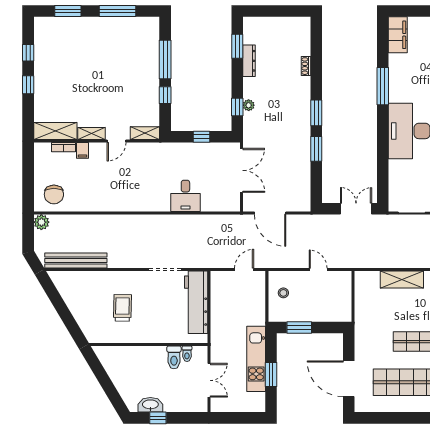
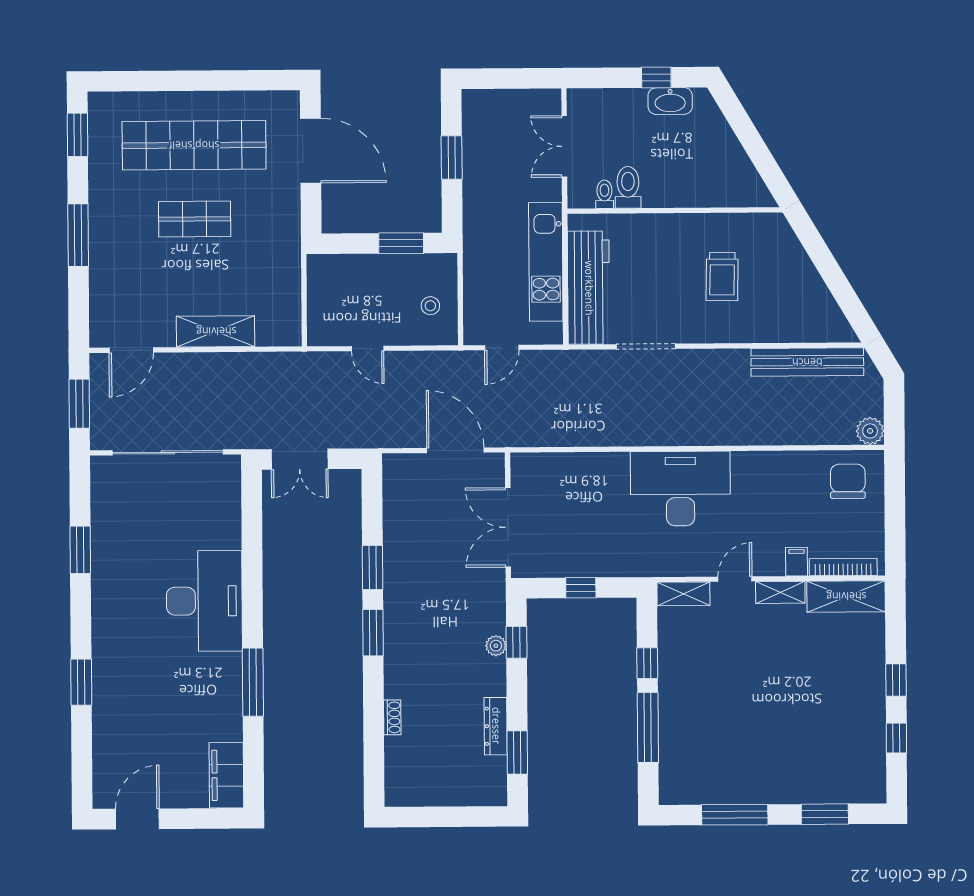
bookcase: (63, 147) -> (843, 567), width x1.56
desk: (185, 196) -> (680, 489), moved, width x1.87, depth x1.30
kitchen unit: (256, 359) -> (546, 262), moved, turned 180

